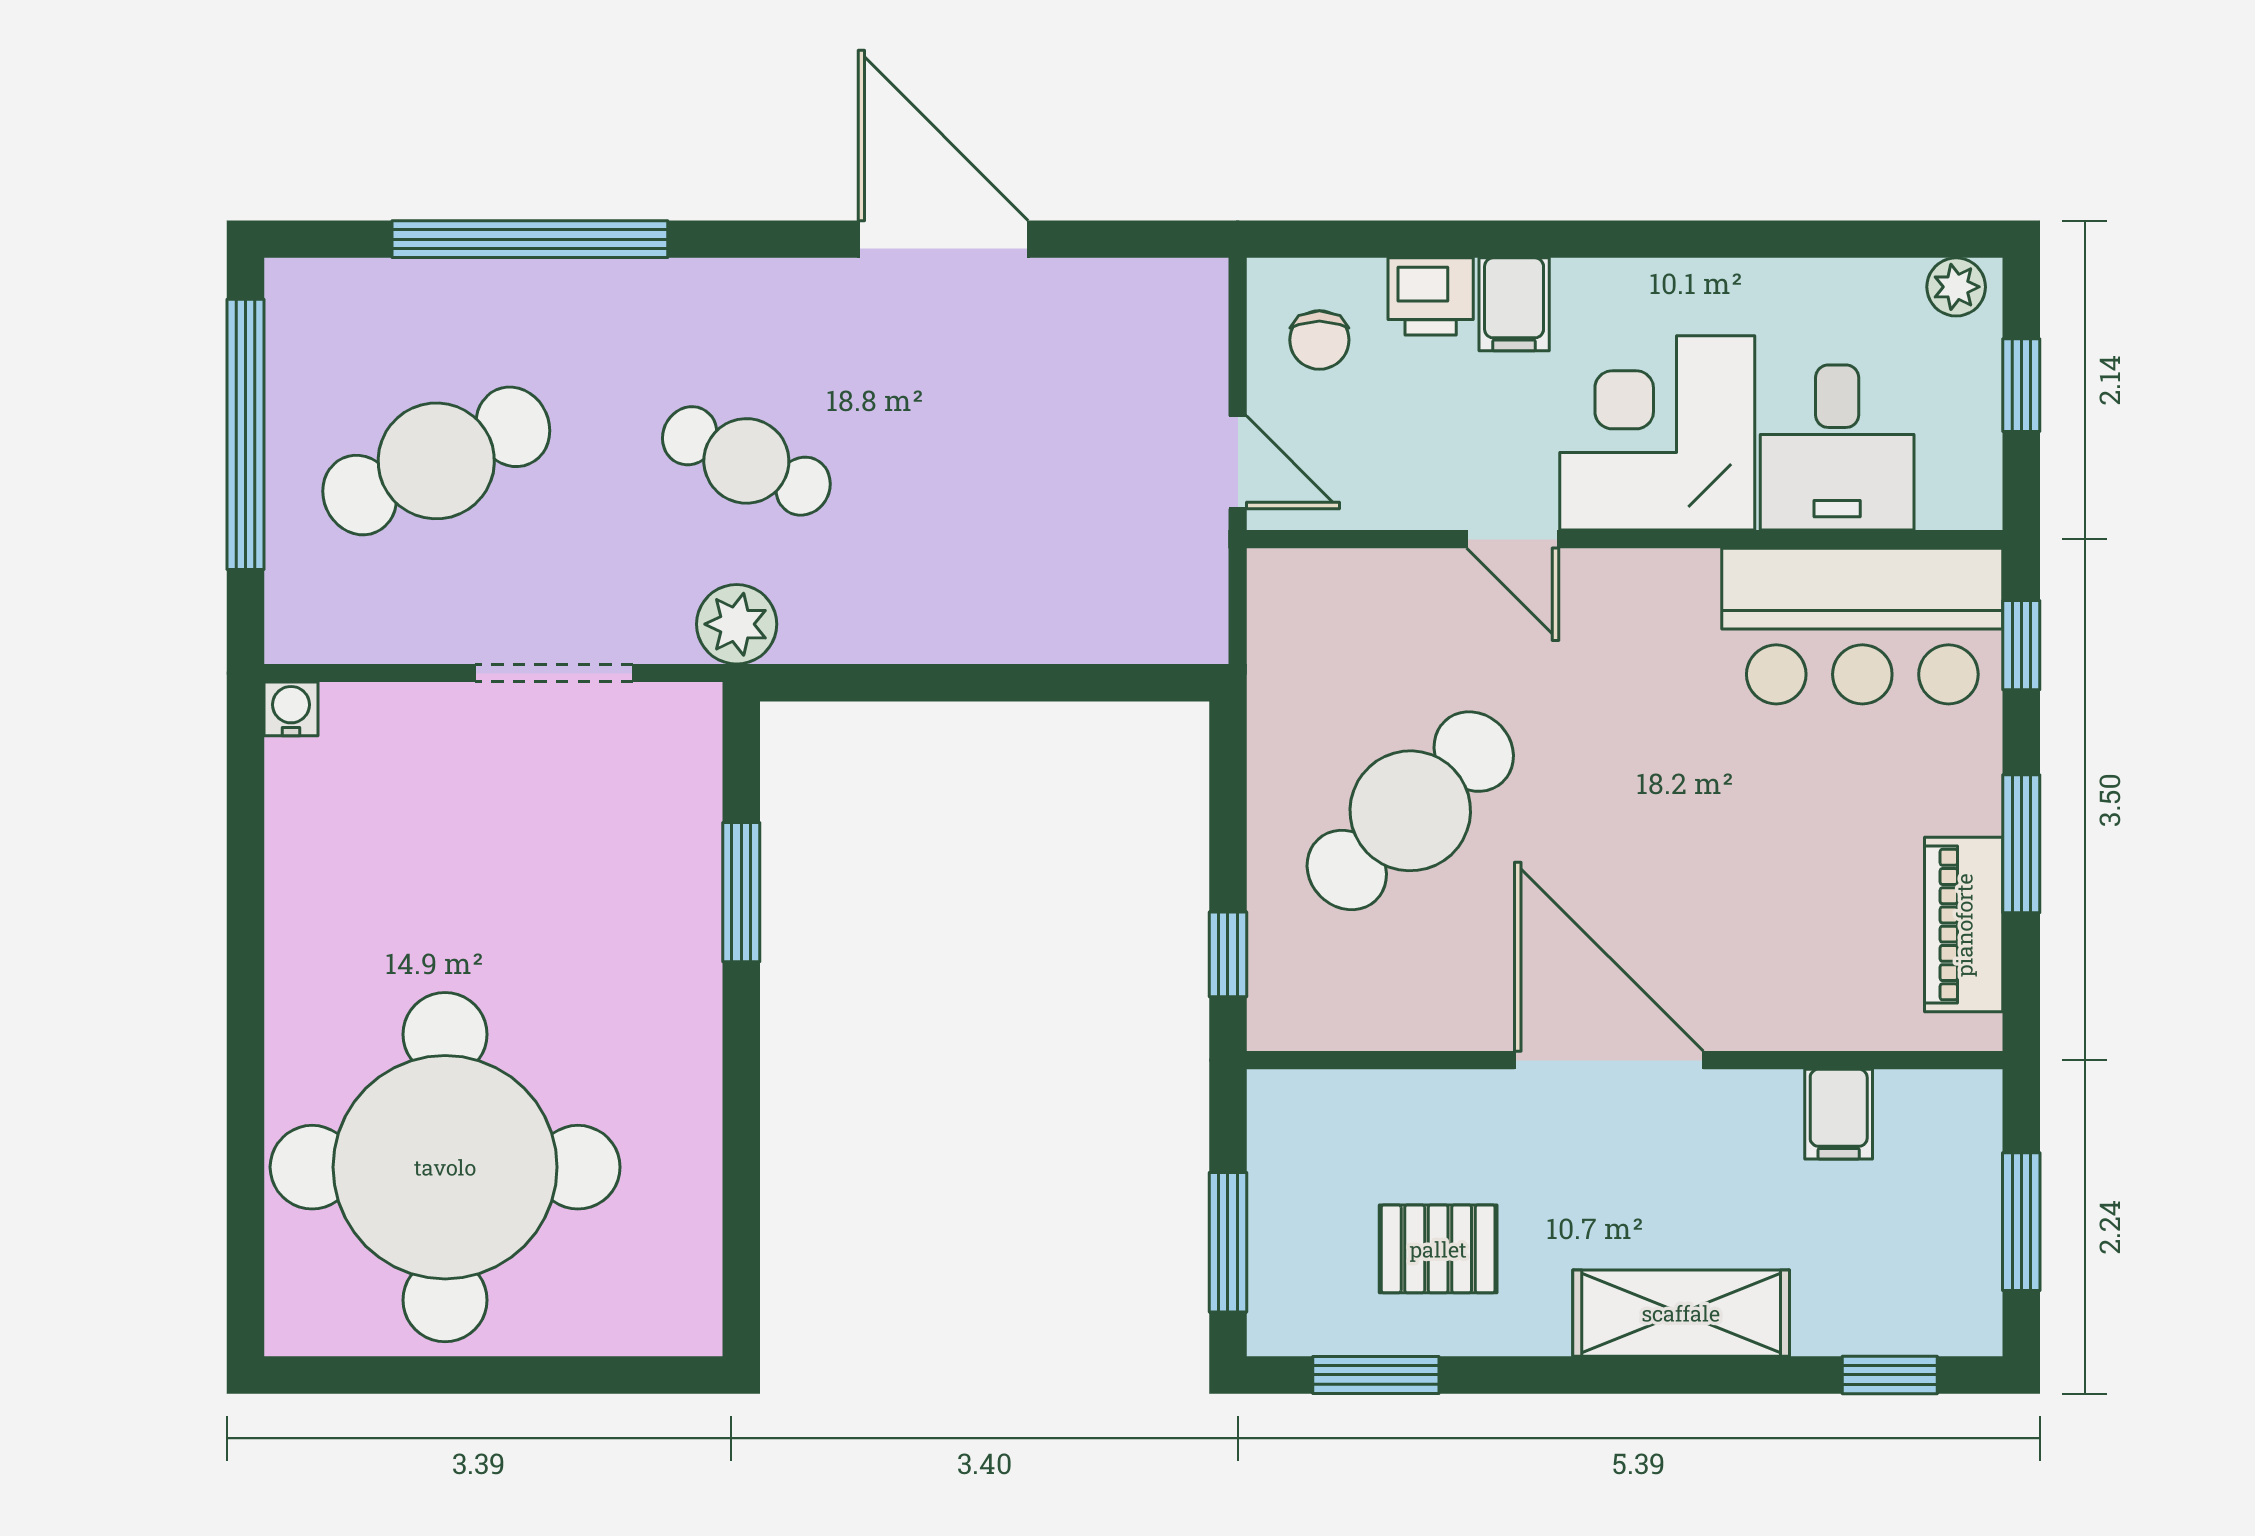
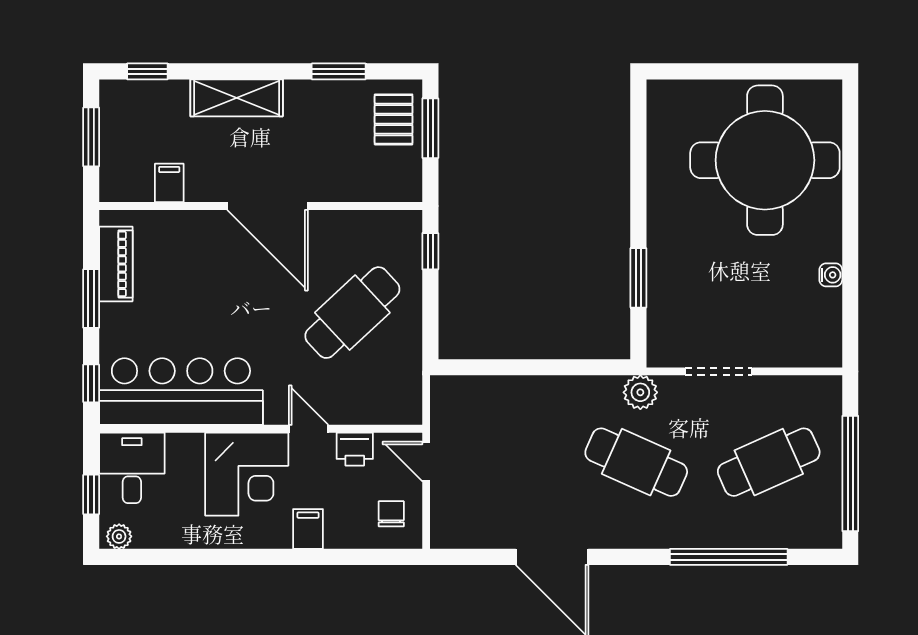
printer: (1431, 296) -> (355, 449), moved, turned 180
desk: (1837, 447) -> (132, 468), moved
cafe table: (746, 461) -> (636, 462), width x1.37, depth x1.35
bar counter: (1862, 626) -> (181, 392), width x1.36
water cooler: (291, 709) -> (831, 275), moved, turned -90
pallet: (1438, 1249) -> (394, 119), moved, turned 90
window: (1376, 1375) -> (339, 71), moved

